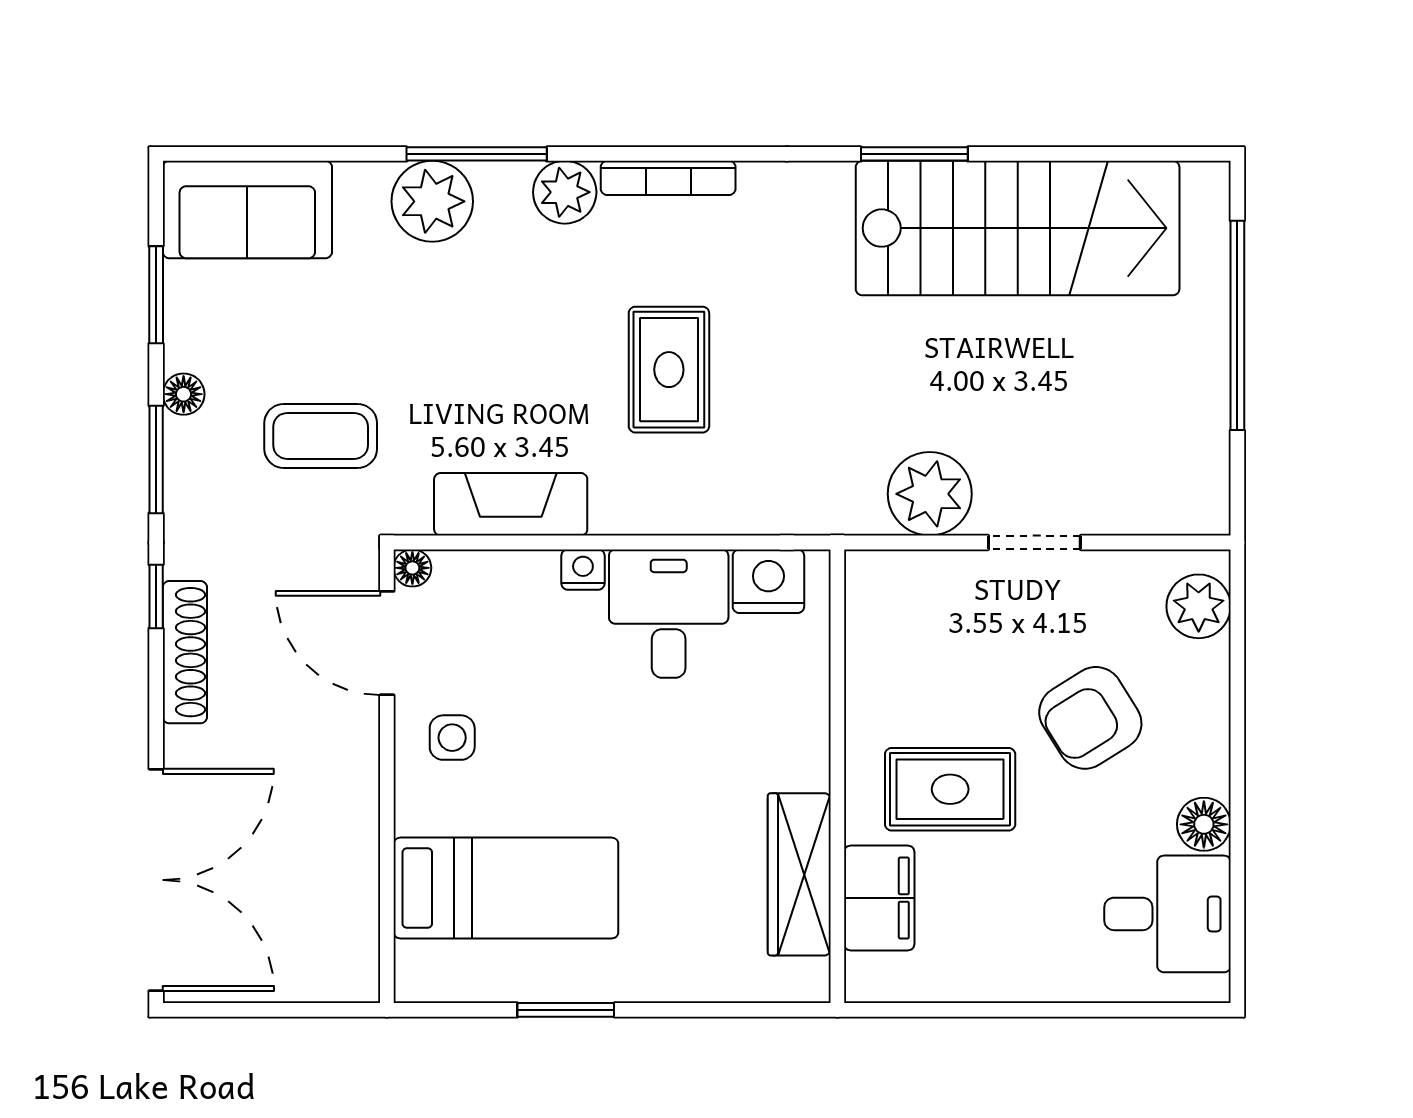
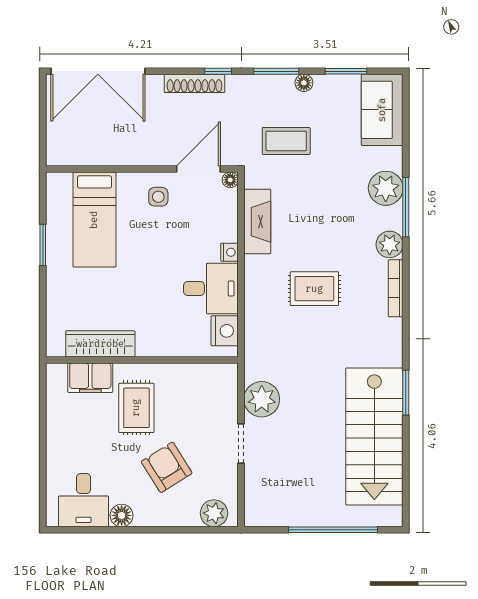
coffee table: (321, 436) -> (286, 141), turned 90

